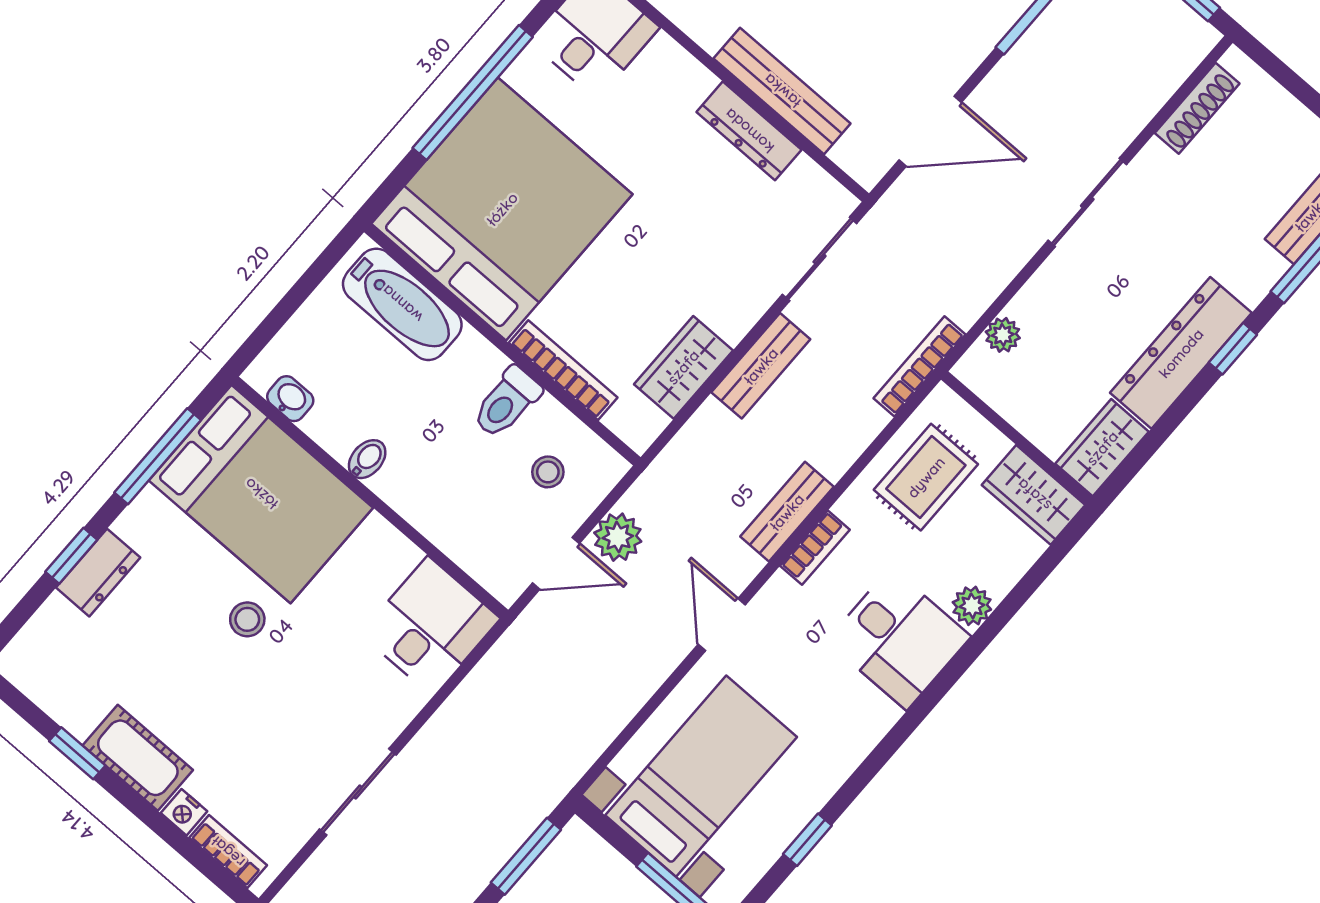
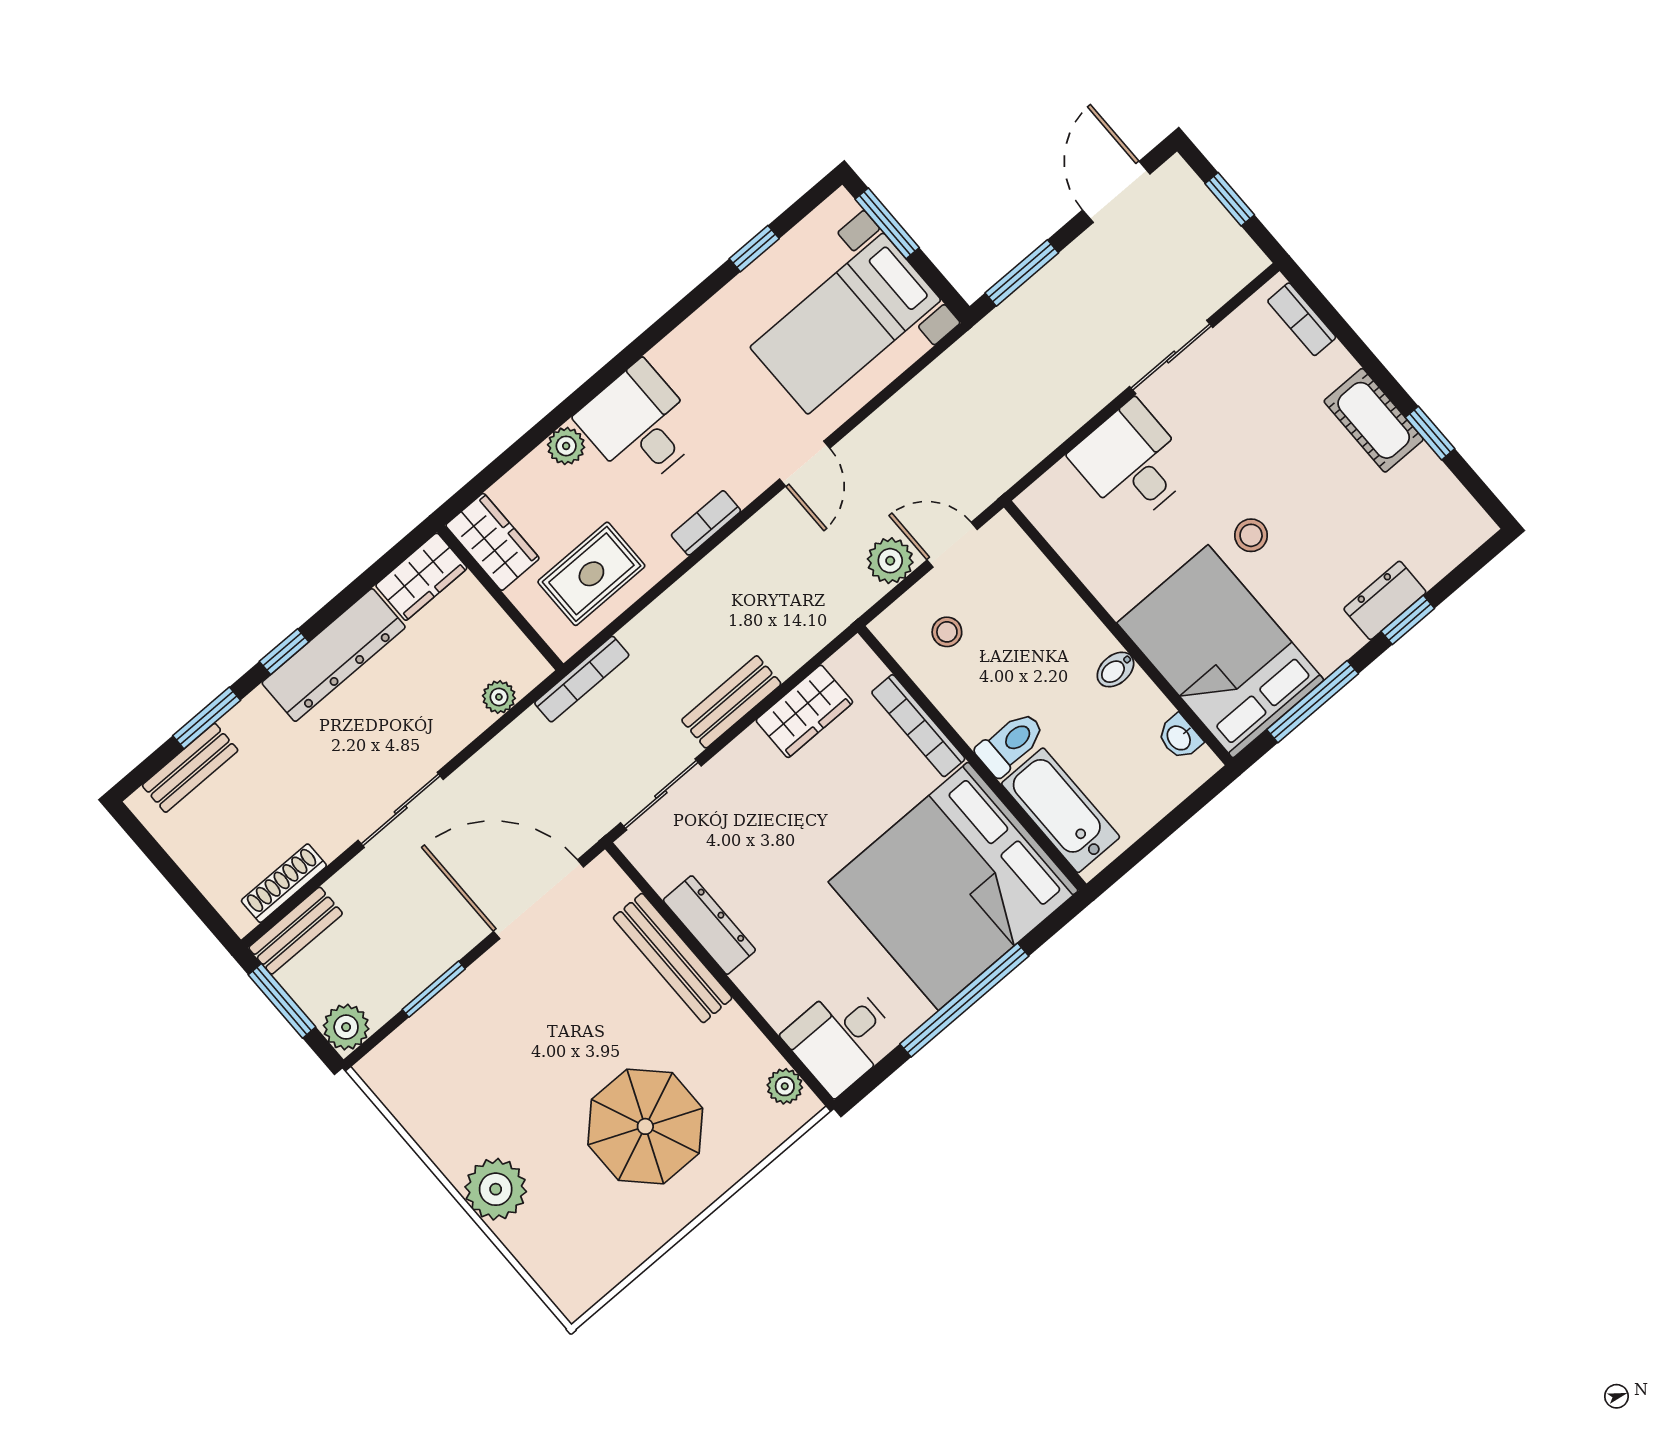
door: (930, 131) -> (539, 899), width x1.36
toilet: (507, 402) -> (1011, 743), moved
bench: (787, 512) -> (296, 931), moved
desk: (430, 626) -> (1132, 463), moved, turned 90
nightstand: (184, 812) -> (1338, 362), removed

